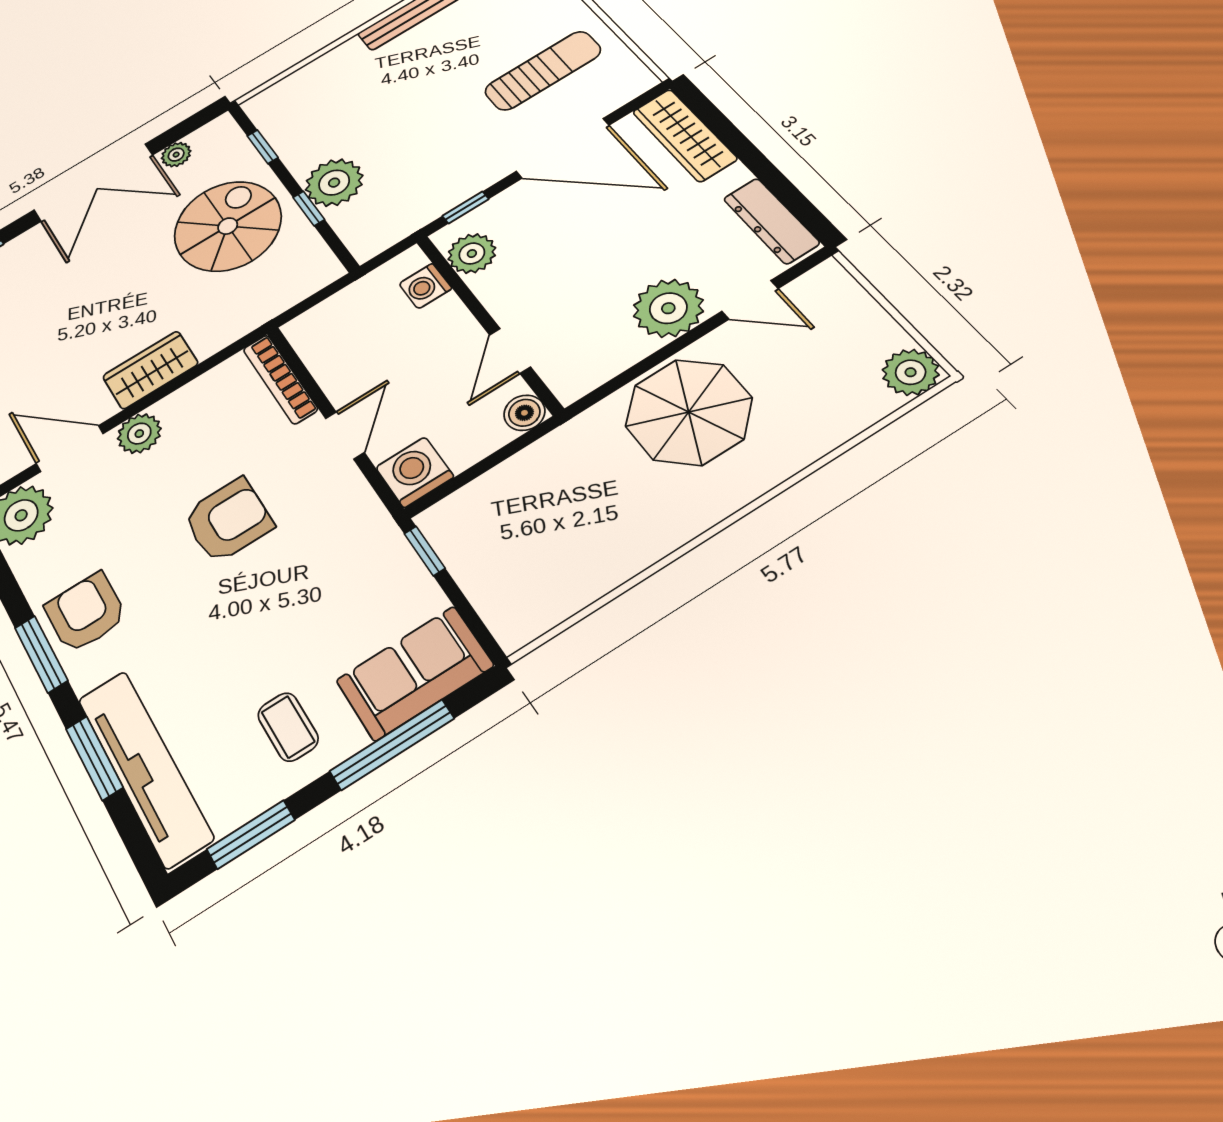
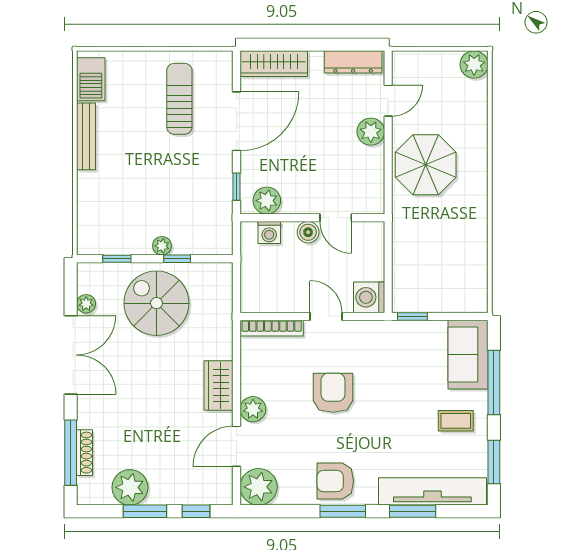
plant: (334, 183) -> (162, 246), width x0.53, depth x0.53
plant: (668, 308) -> (371, 132), width x0.73, depth x0.73
boiler: (524, 413) -> (308, 232), moved

